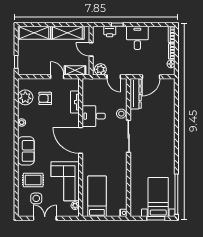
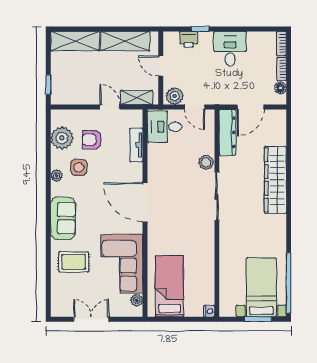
desk: (94, 116) -> (165, 127), moved
wardrobe: (168, 125) -> (275, 180), added
side table: (36, 198) -> (79, 167), moved

